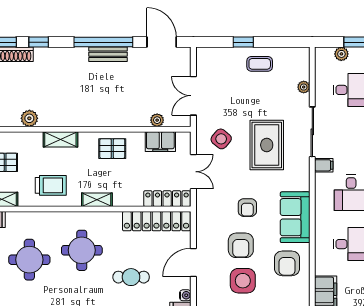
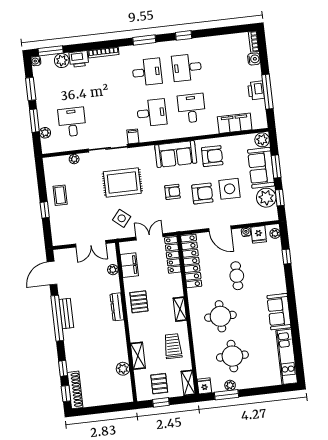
dresser: (109, 120) -> (117, 307), added
shelving: (60, 139) -> (138, 356), moved

